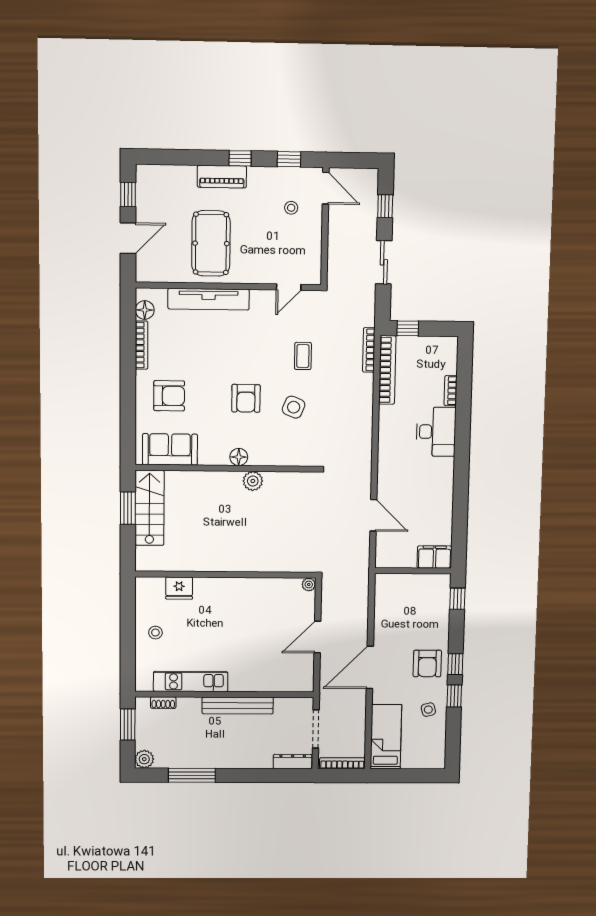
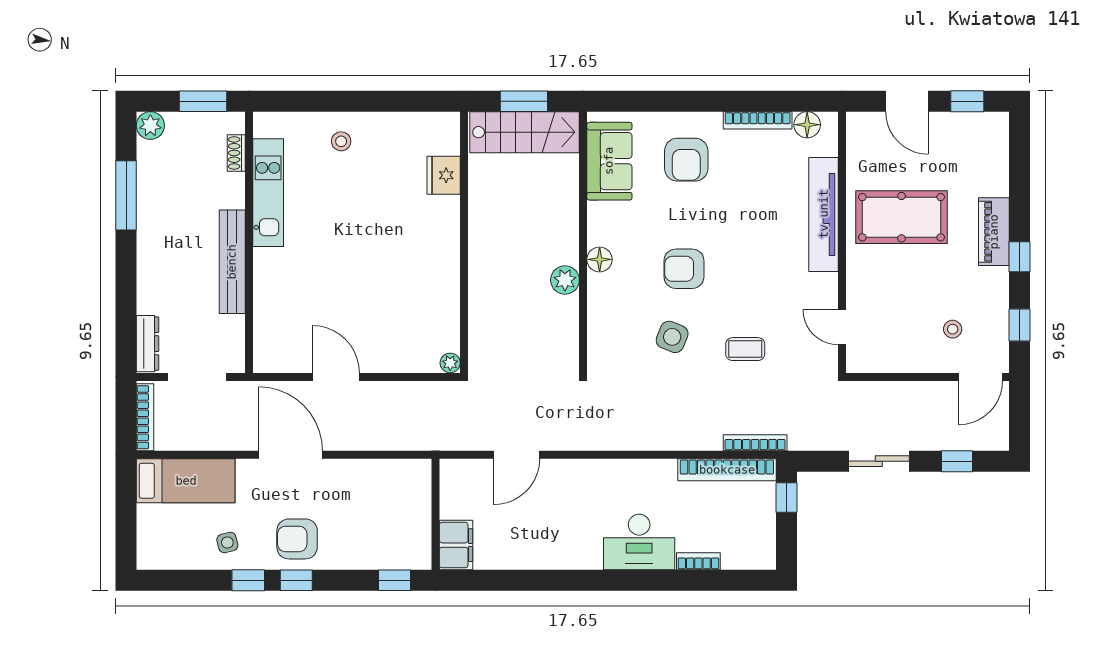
wall: (226, 575) -> (464, 242), moved
plant: (309, 585) -> (450, 363), moved
fridge: (179, 588) -> (444, 175), moved

